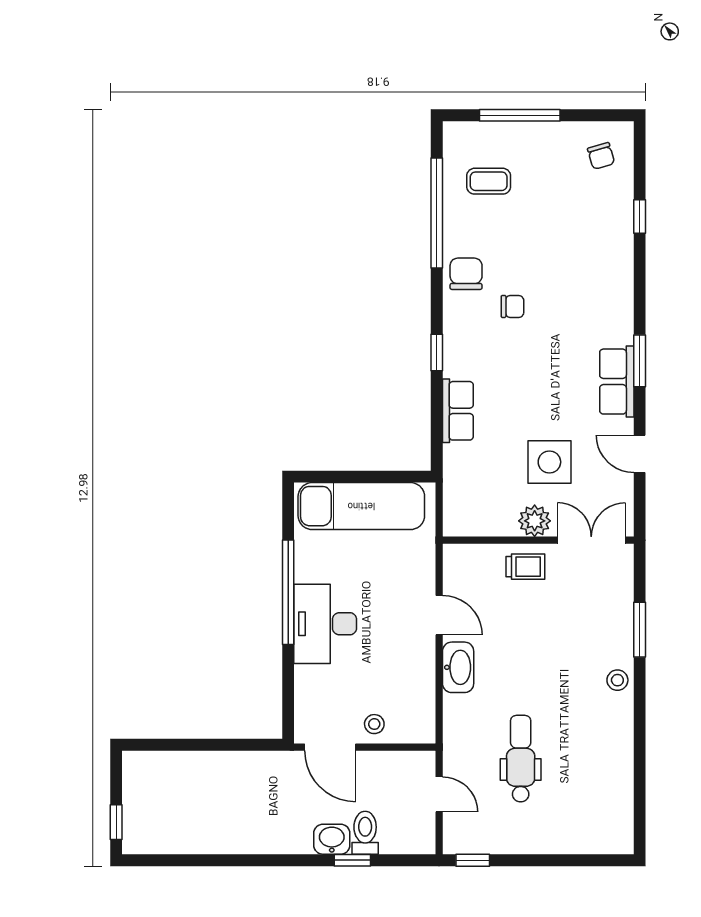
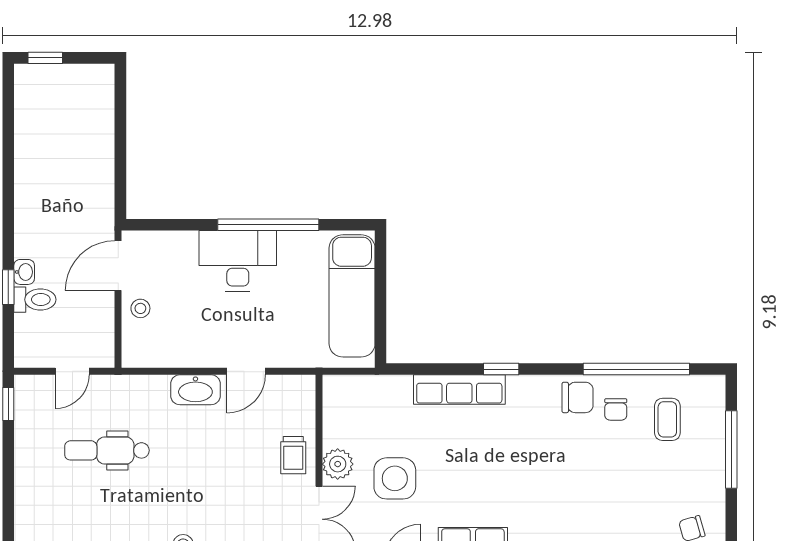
chair: (512, 306) -> (616, 409), moved
row of seats: (458, 411) -> (459, 390), width x1.48
dental chair: (521, 759) -> (107, 450), turned 180
washbasin: (332, 839) -> (24, 272), width x0.72, depth x0.69

